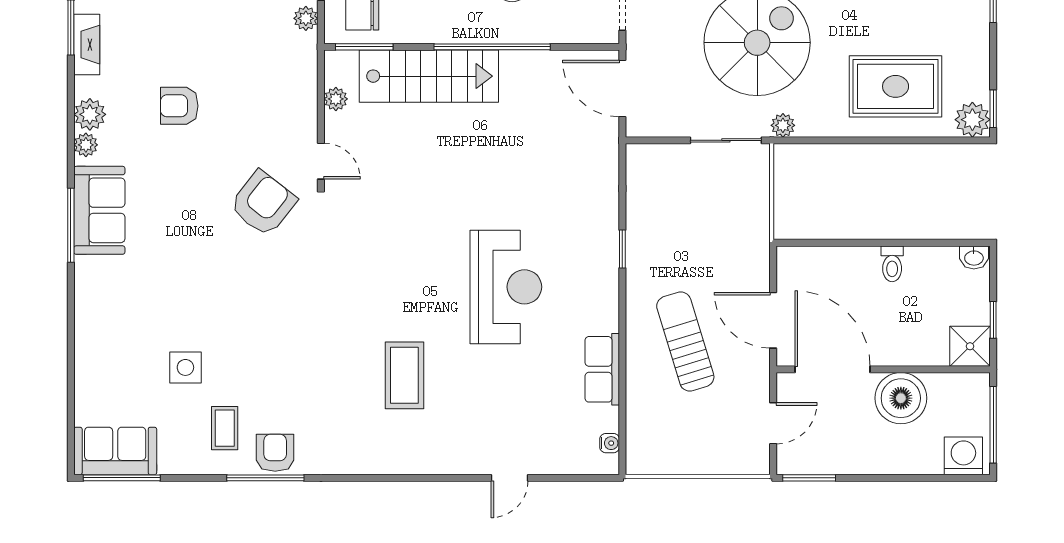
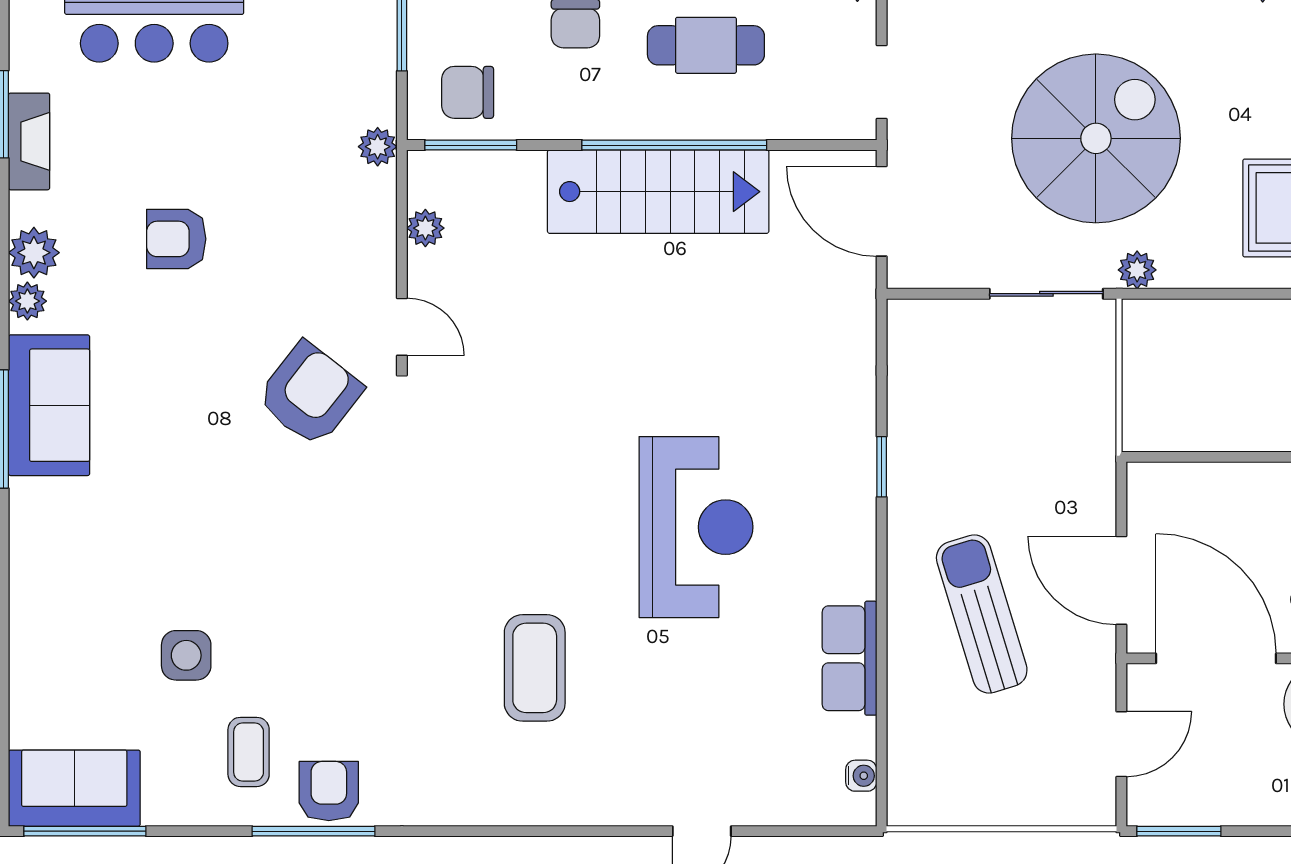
plant: (306, 18) -> (378, 147), moved
stairs: (429, 76) -> (658, 192), moved

